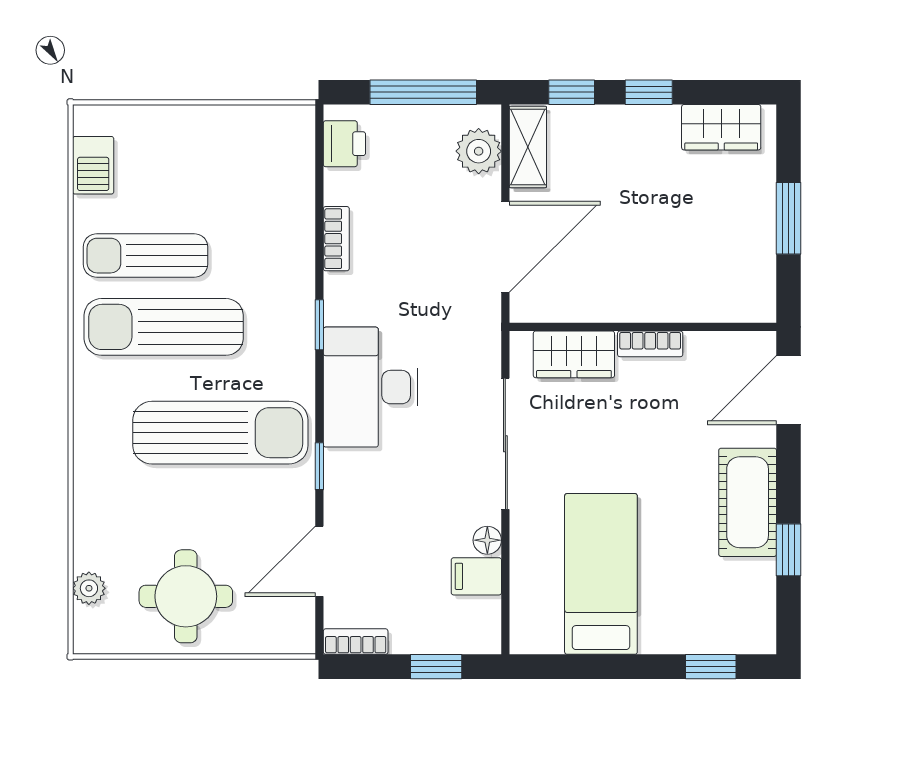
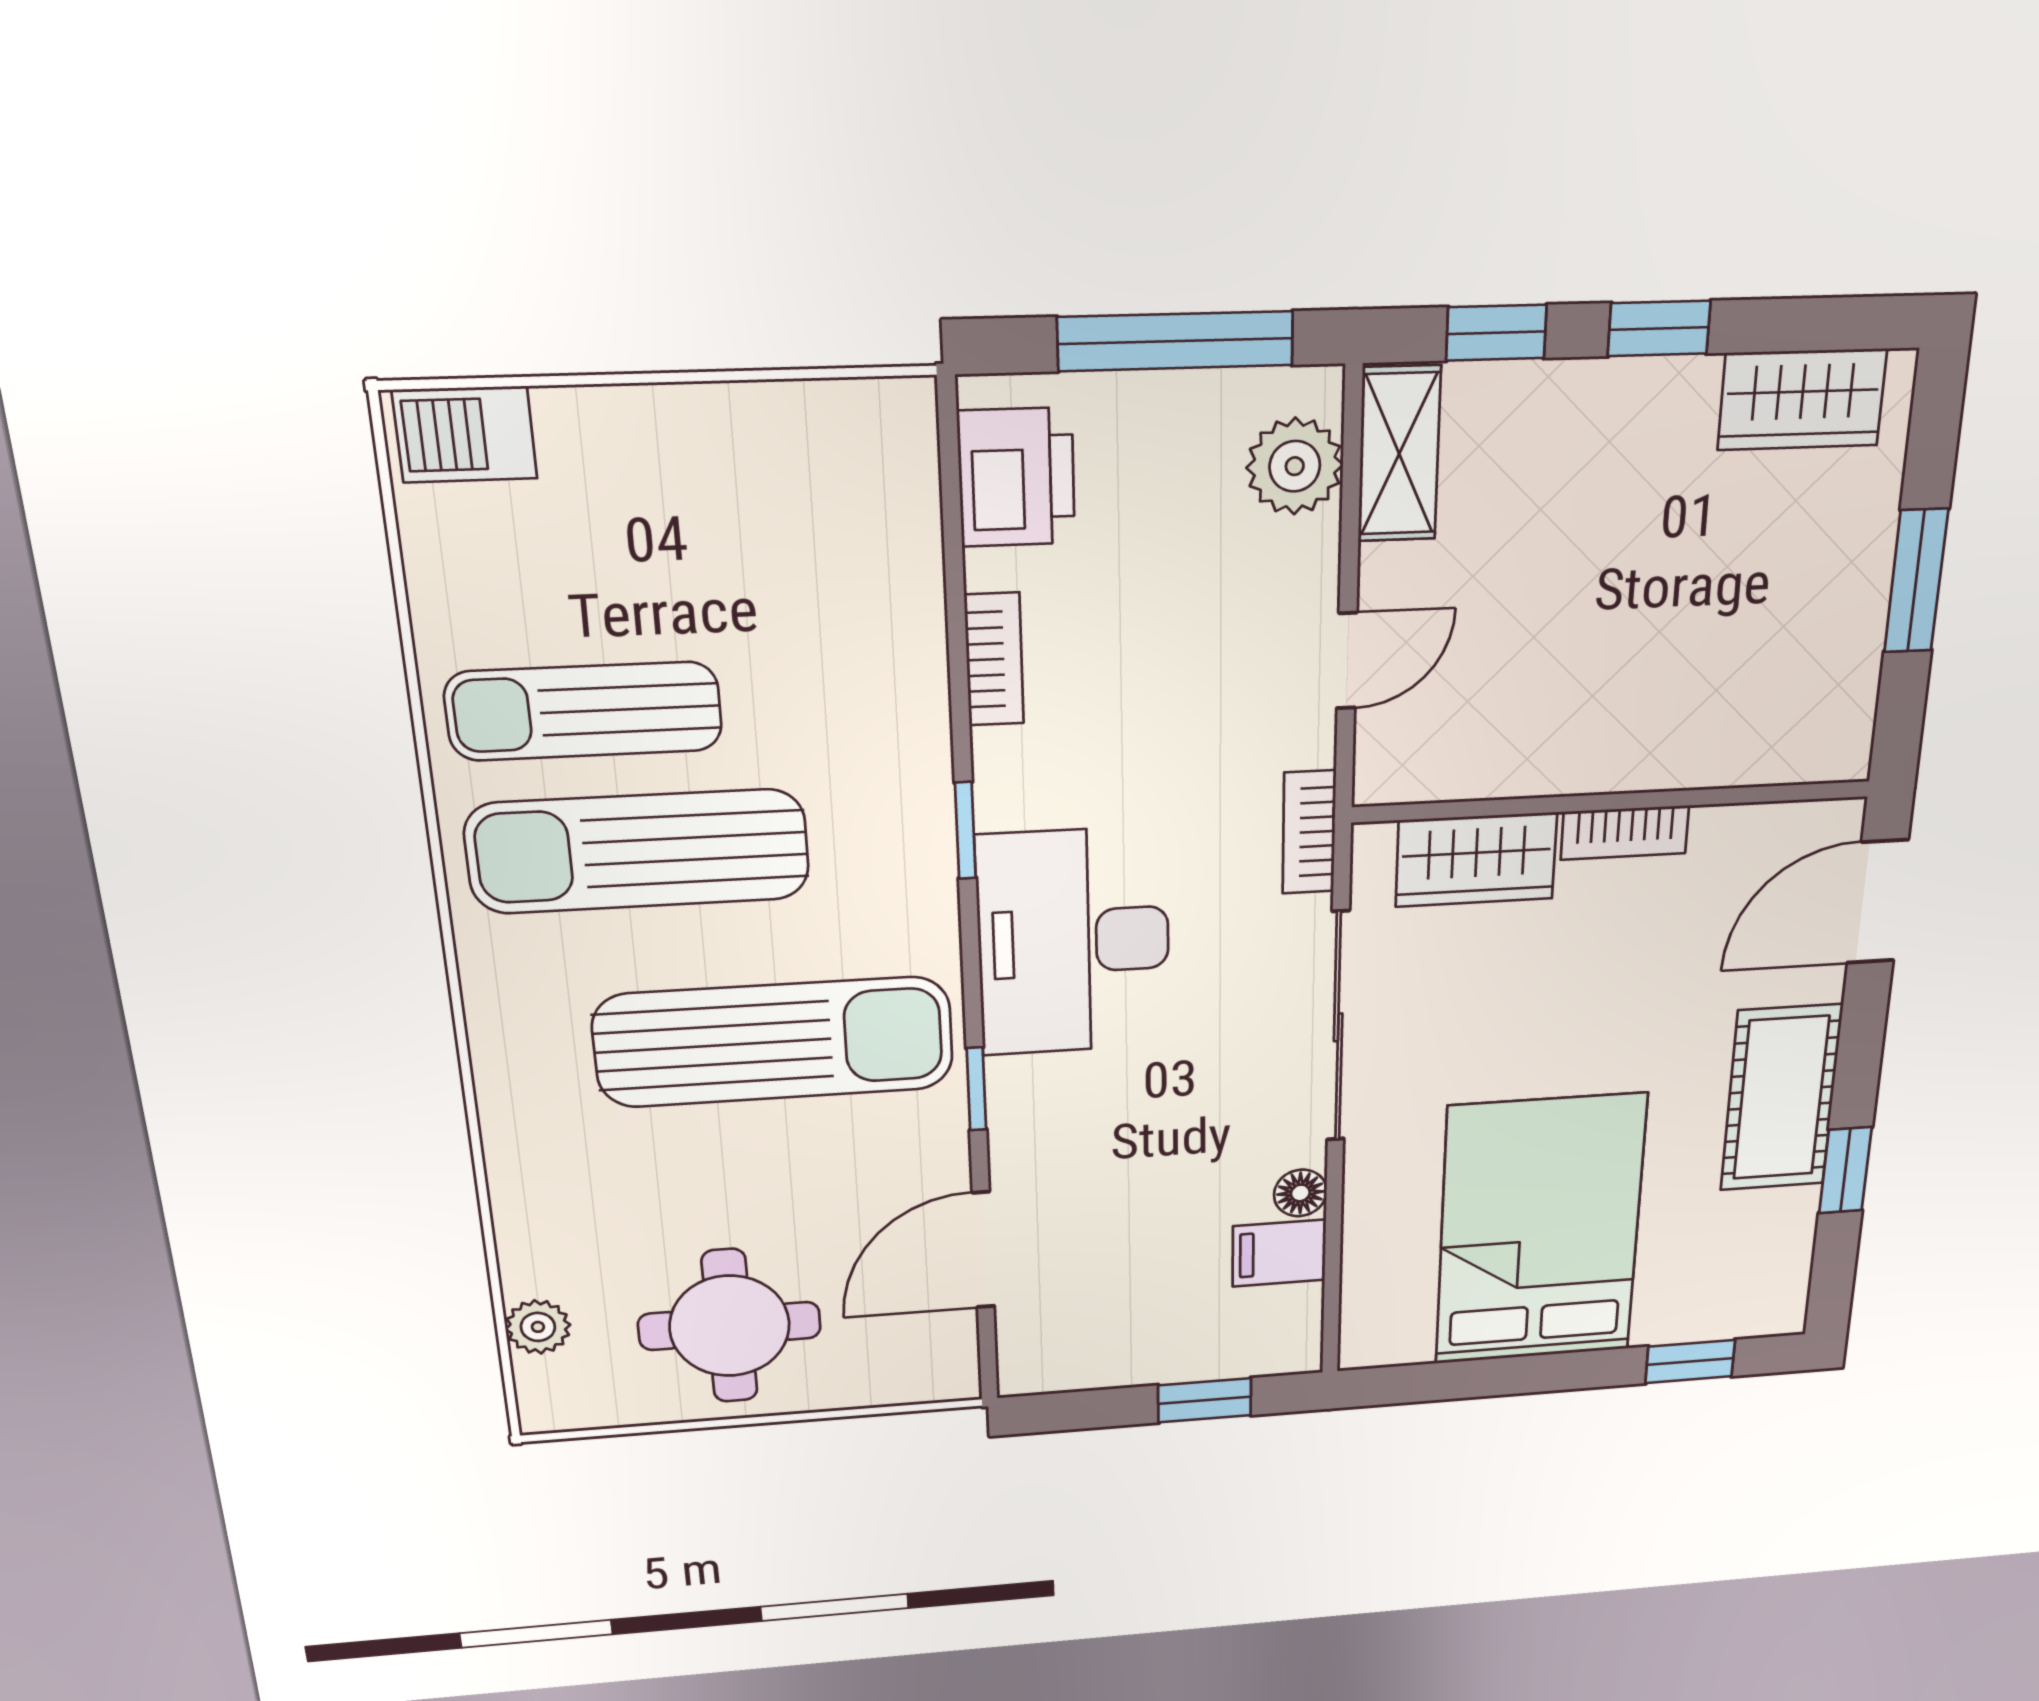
printer: (344, 144) -> (1016, 477), width x1.36, depth x1.24
barbecue: (93, 165) -> (465, 434), moved, turned 90
door: (505, 247) -> (1347, 661), width x0.53
bed: (601, 574) -> (1540, 1230), width x1.50
bookcase: (356, 642) -> (1309, 832), moved, turned -90

